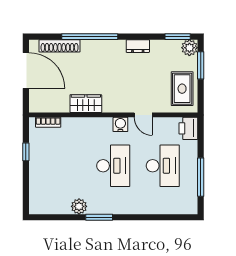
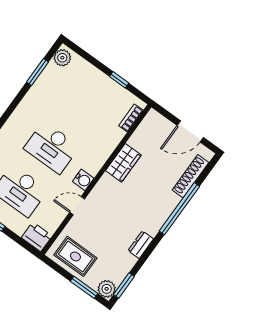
door: (26, 70) -> (190, 131), width x0.73
plant: (79, 206) -> (62, 58), moved
window: (99, 217) -> (38, 72), moved

